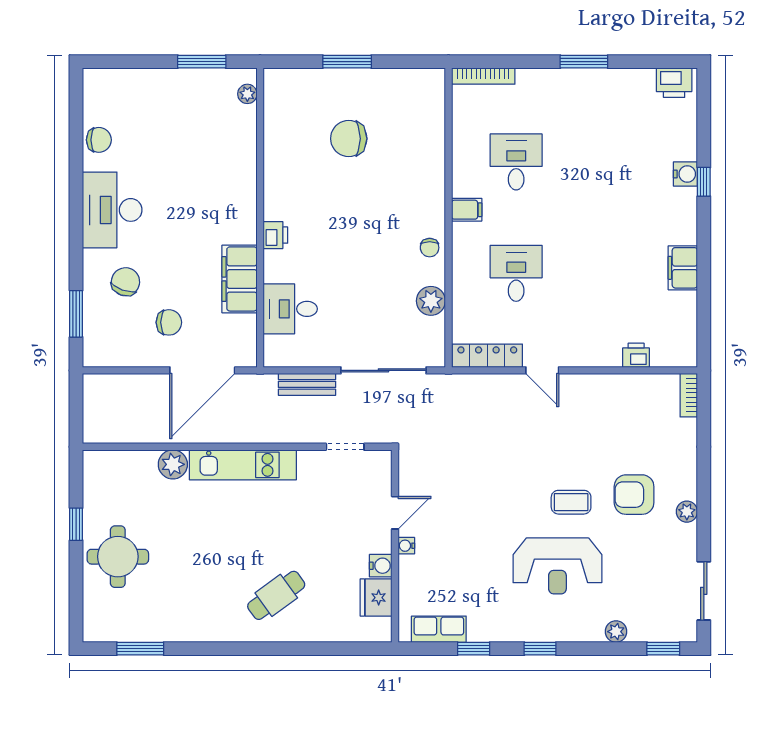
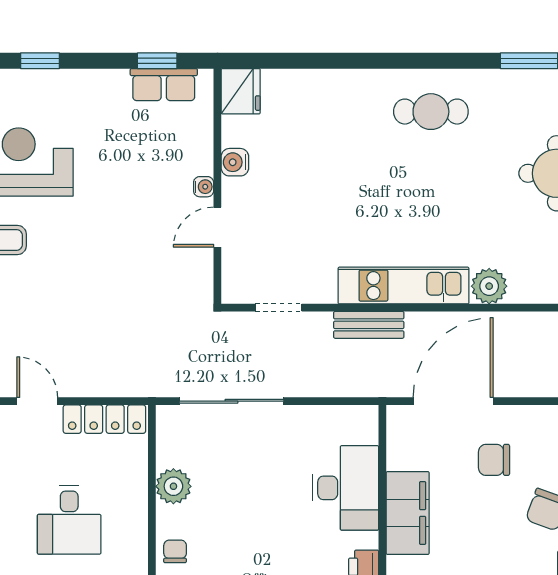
desk: (290, 309) -> (346, 488), width x1.37
bench: (307, 384) -> (369, 325), moved
cafe table: (276, 595) -> (431, 112), moved, turned 36
fridge: (376, 598) -> (241, 91), moved
window: (474, 649) -> (157, 61), moved

